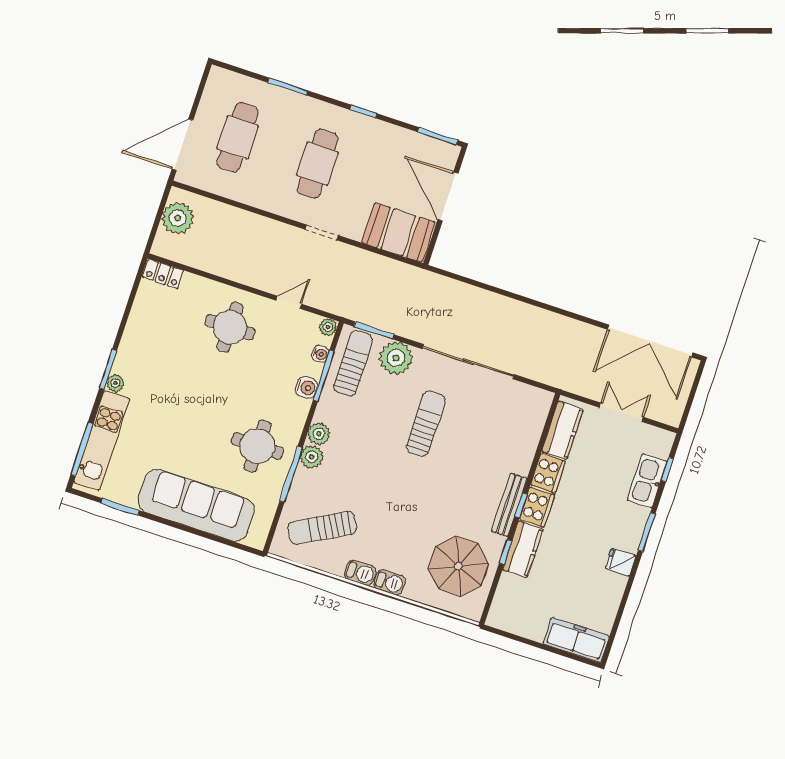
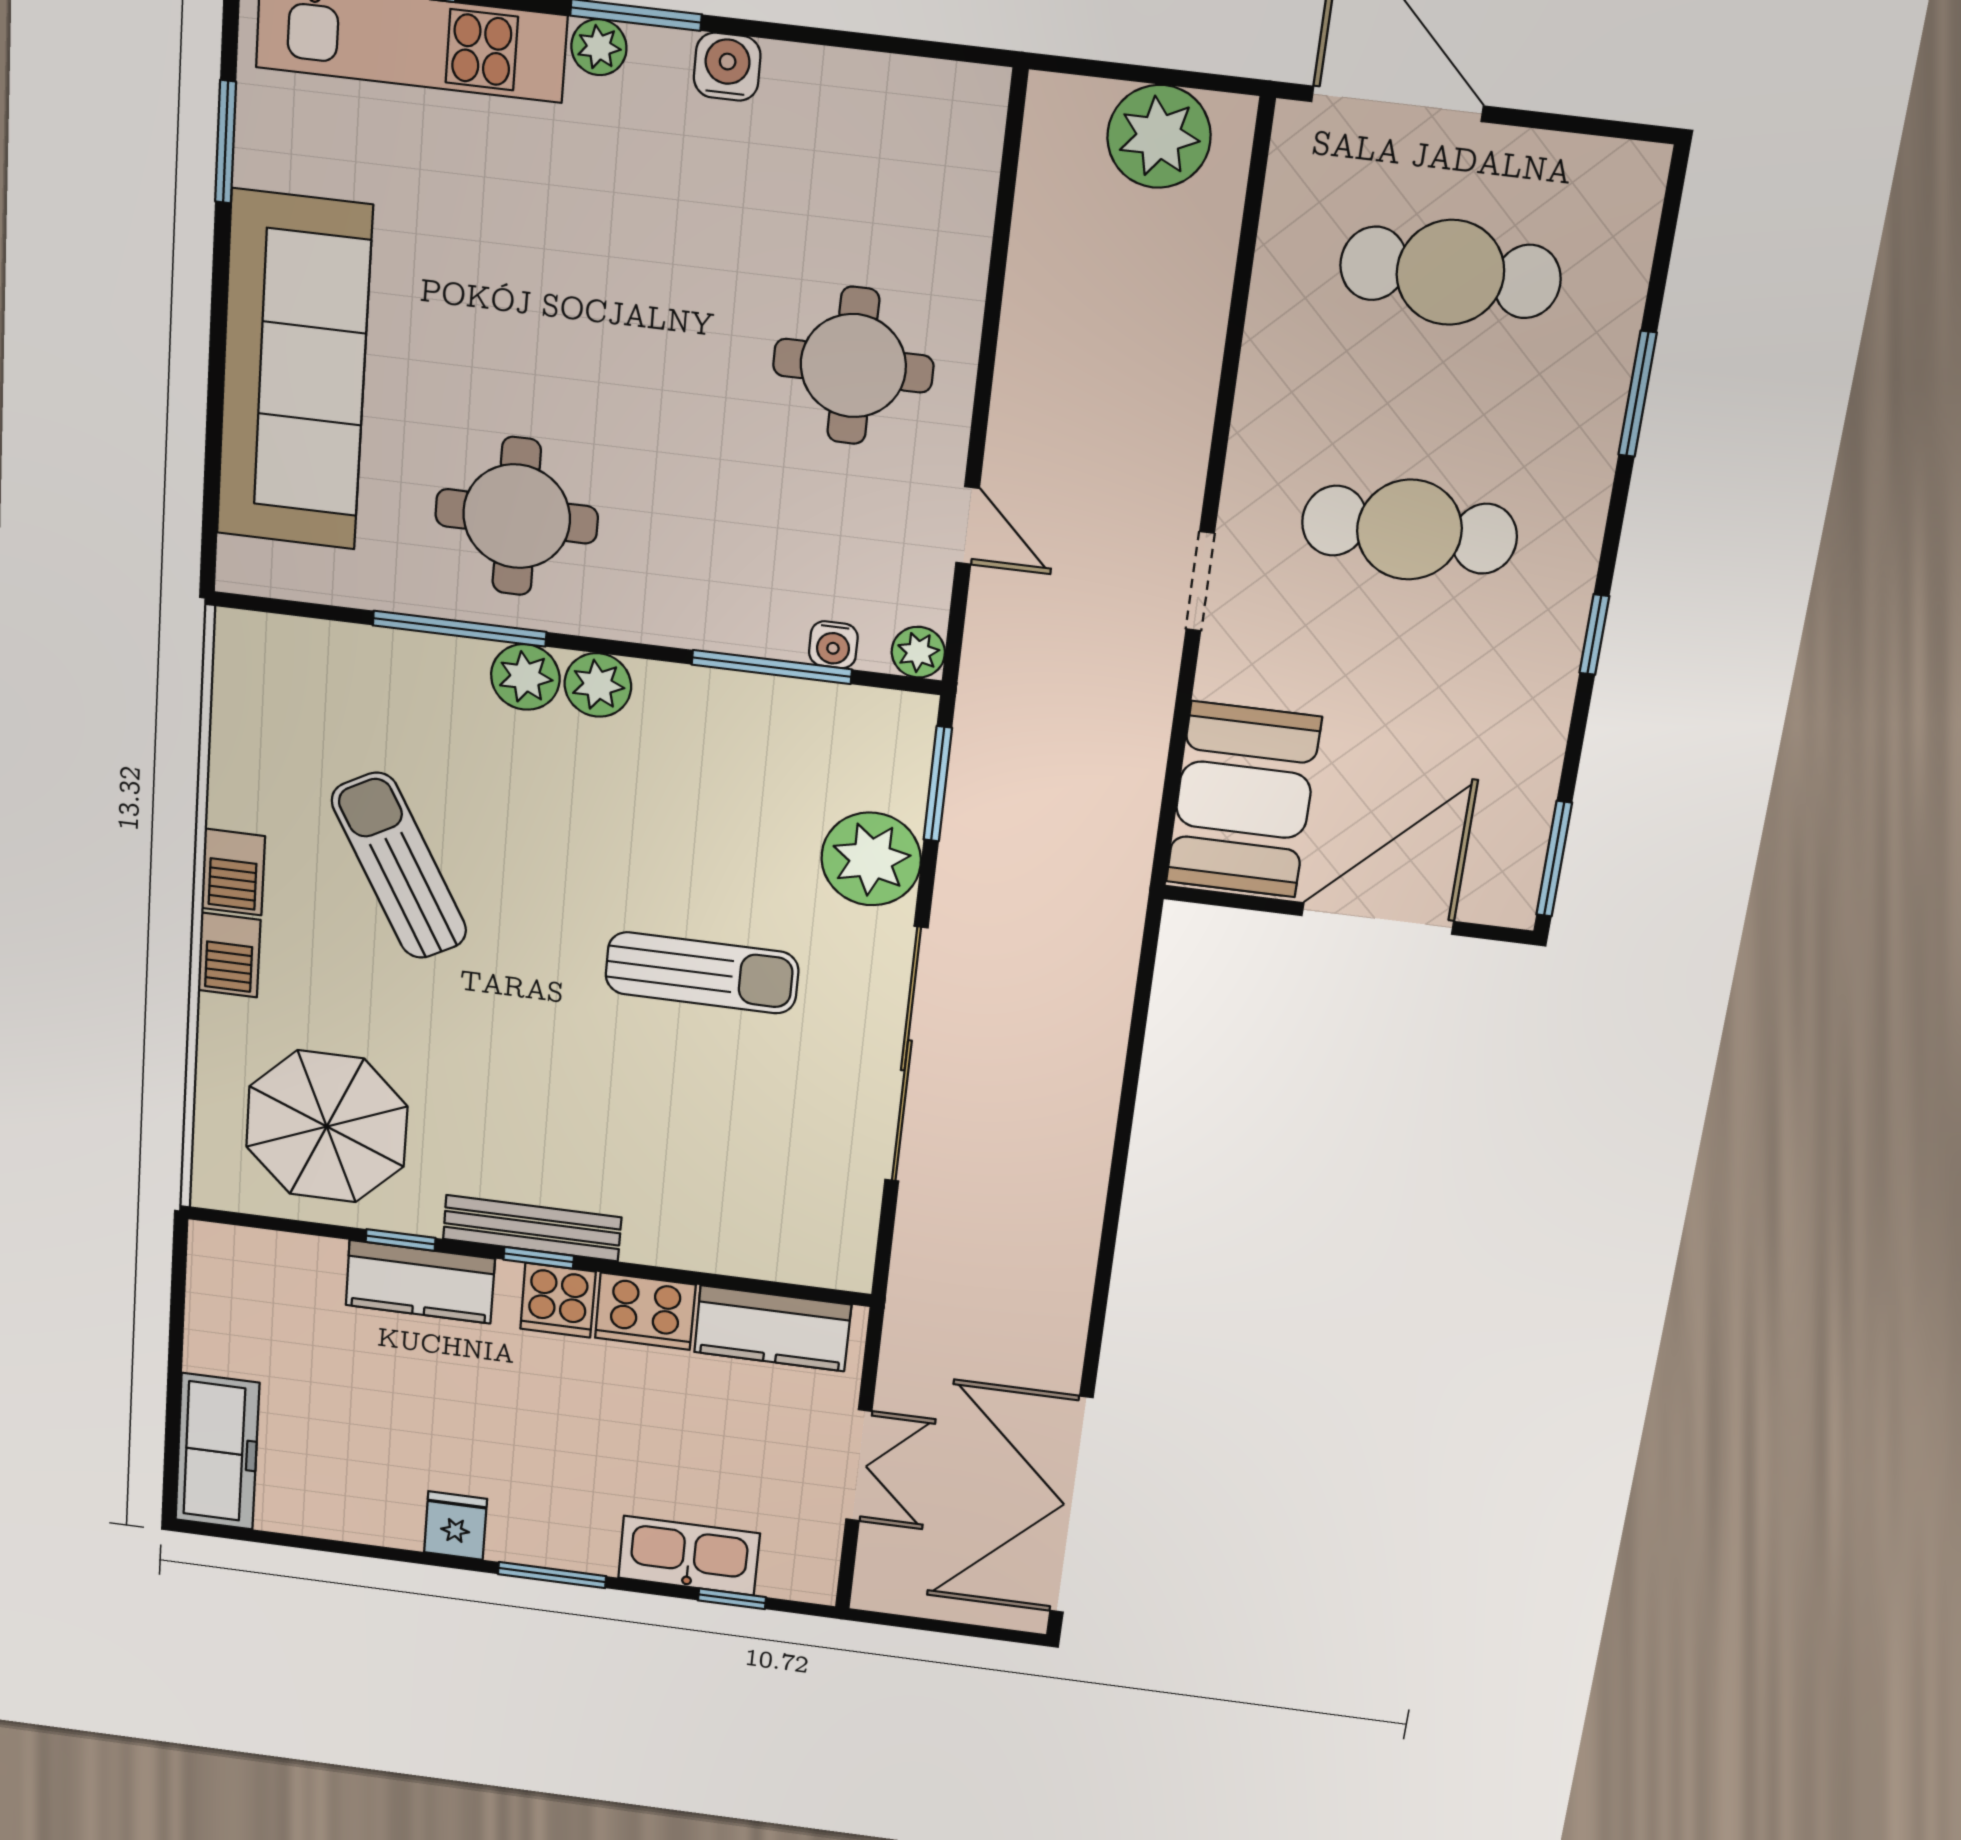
locker: (163, 274) -> (974, 126), removed
sun lounger: (353, 363) -> (828, 743), removed
water cooler: (306, 388) -> (727, 67), moved, turned 180
cooker: (537, 507) -> (558, 1300), width x0.73
sun lounger: (322, 528) -> (399, 866), moved

